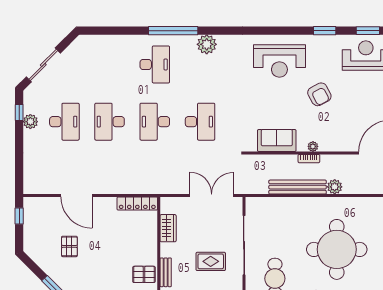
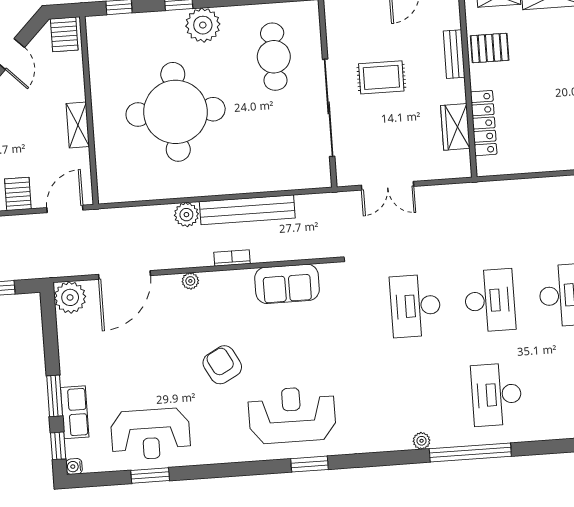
window: (325, 31) -> (310, 464), moved
plant: (207, 44) -> (422, 441), width x0.53, depth x0.53
plant: (313, 146) -> (190, 281), moved
double door: (212, 196) -> (388, 186), width x0.73
locker: (137, 204) -> (484, 123), moved, turned 90

